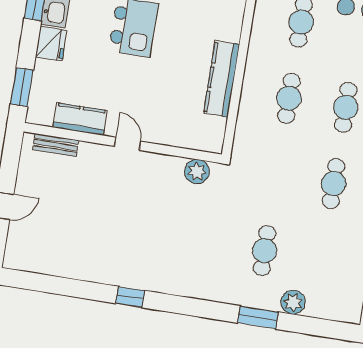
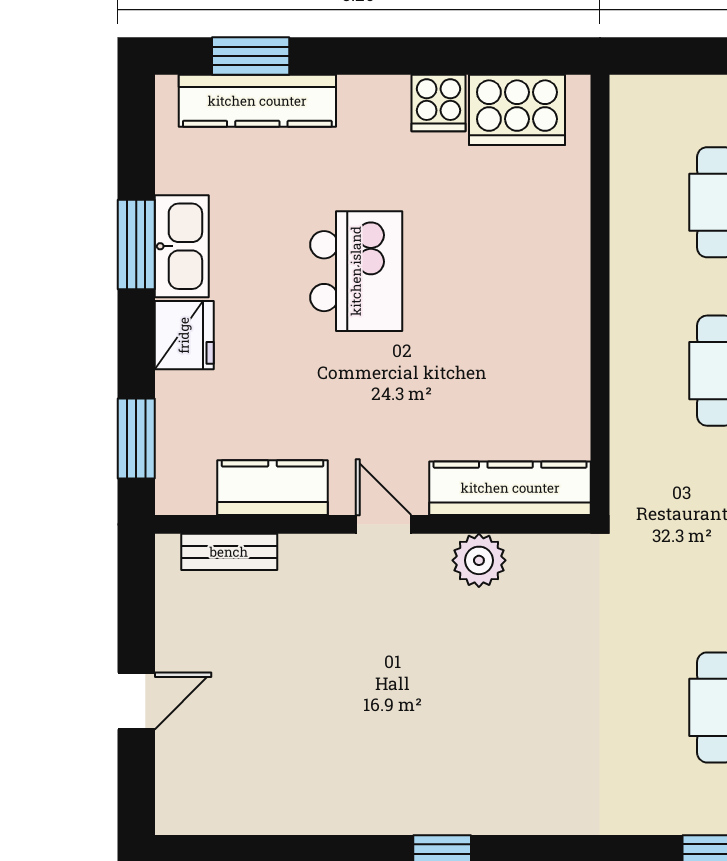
kitchen counter: (222, 79) -> (510, 488), moved, turned 90
plant: (197, 172) -> (479, 560), moved

